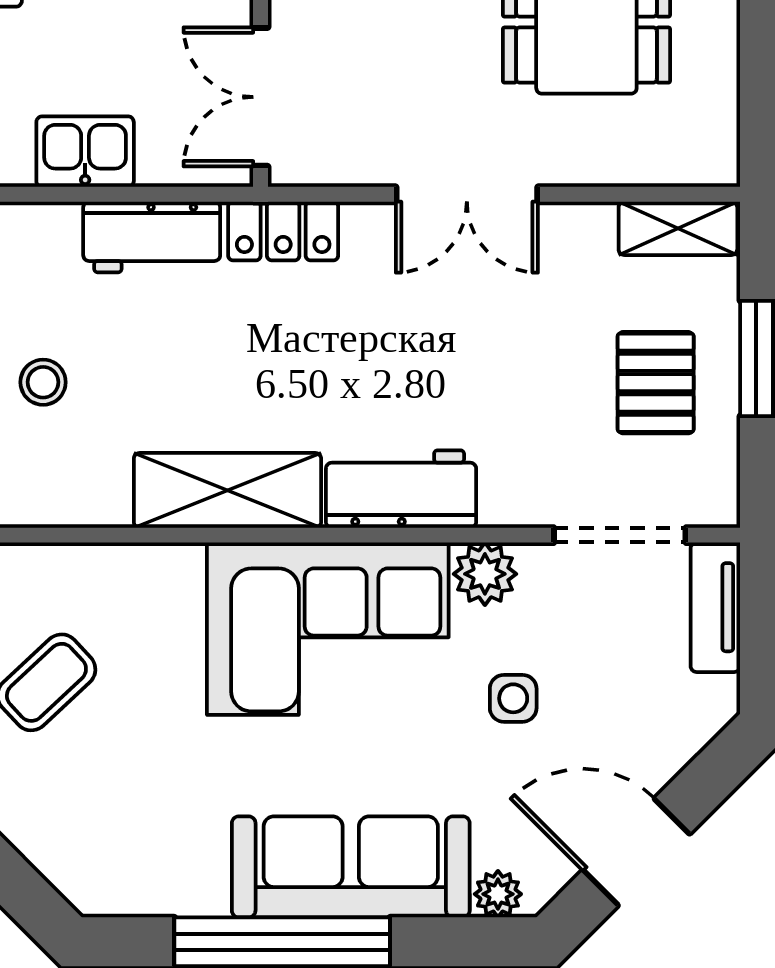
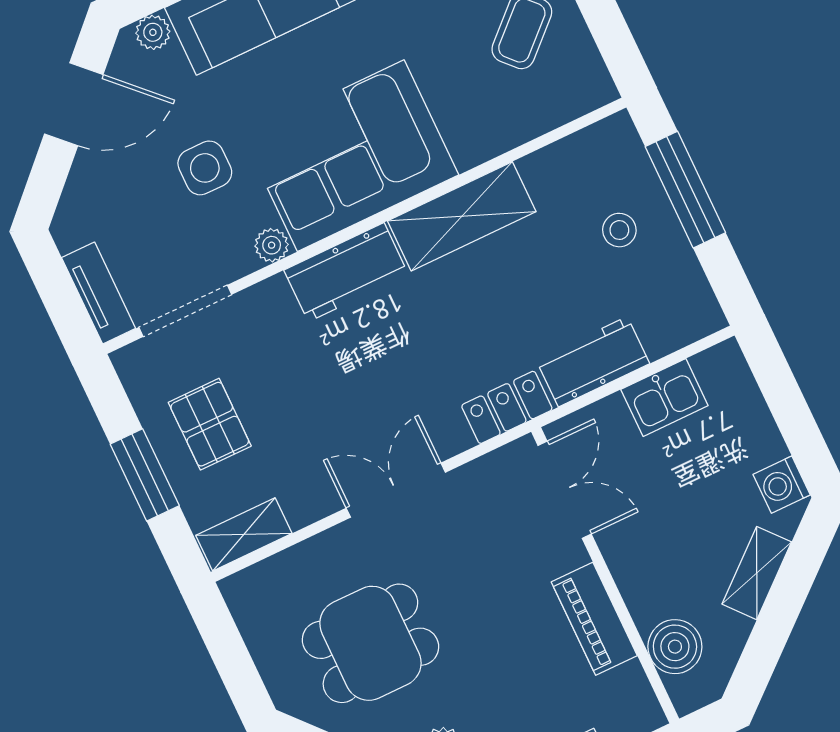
plant: (485, 574) -> (272, 245), width x0.73, depth x0.73
side table: (513, 698) -> (205, 168), width x1.37, depth x1.37

